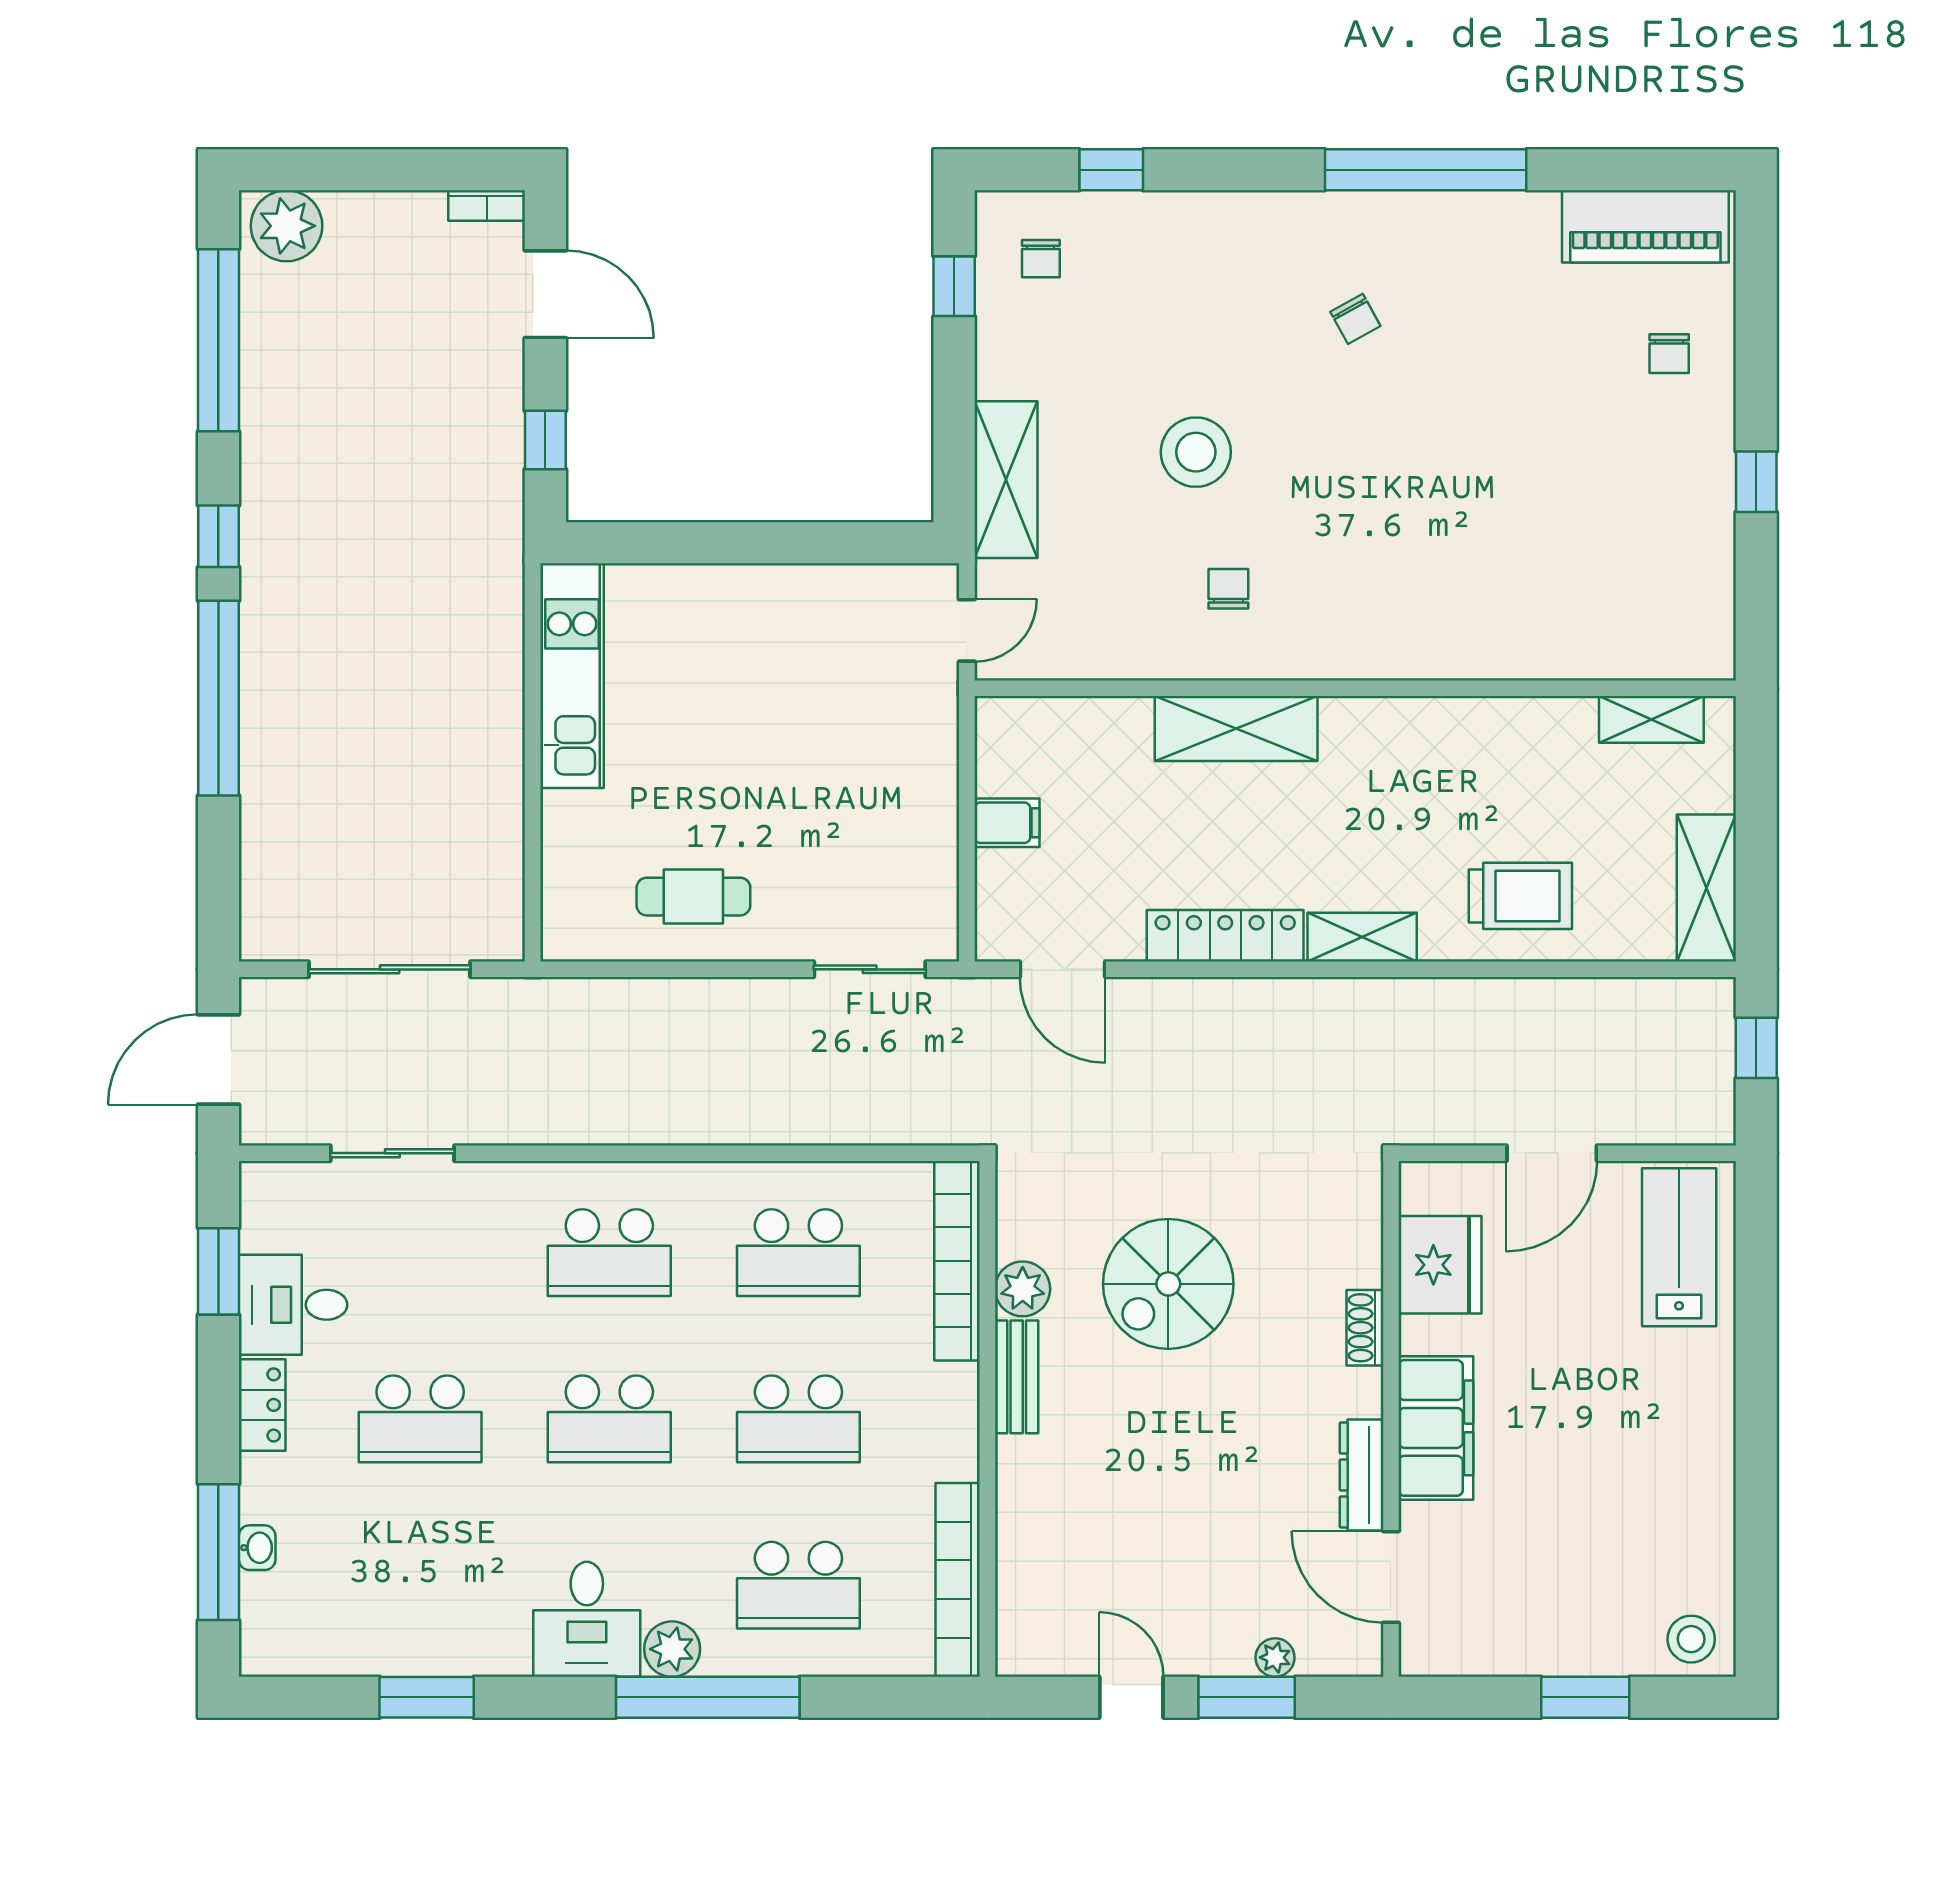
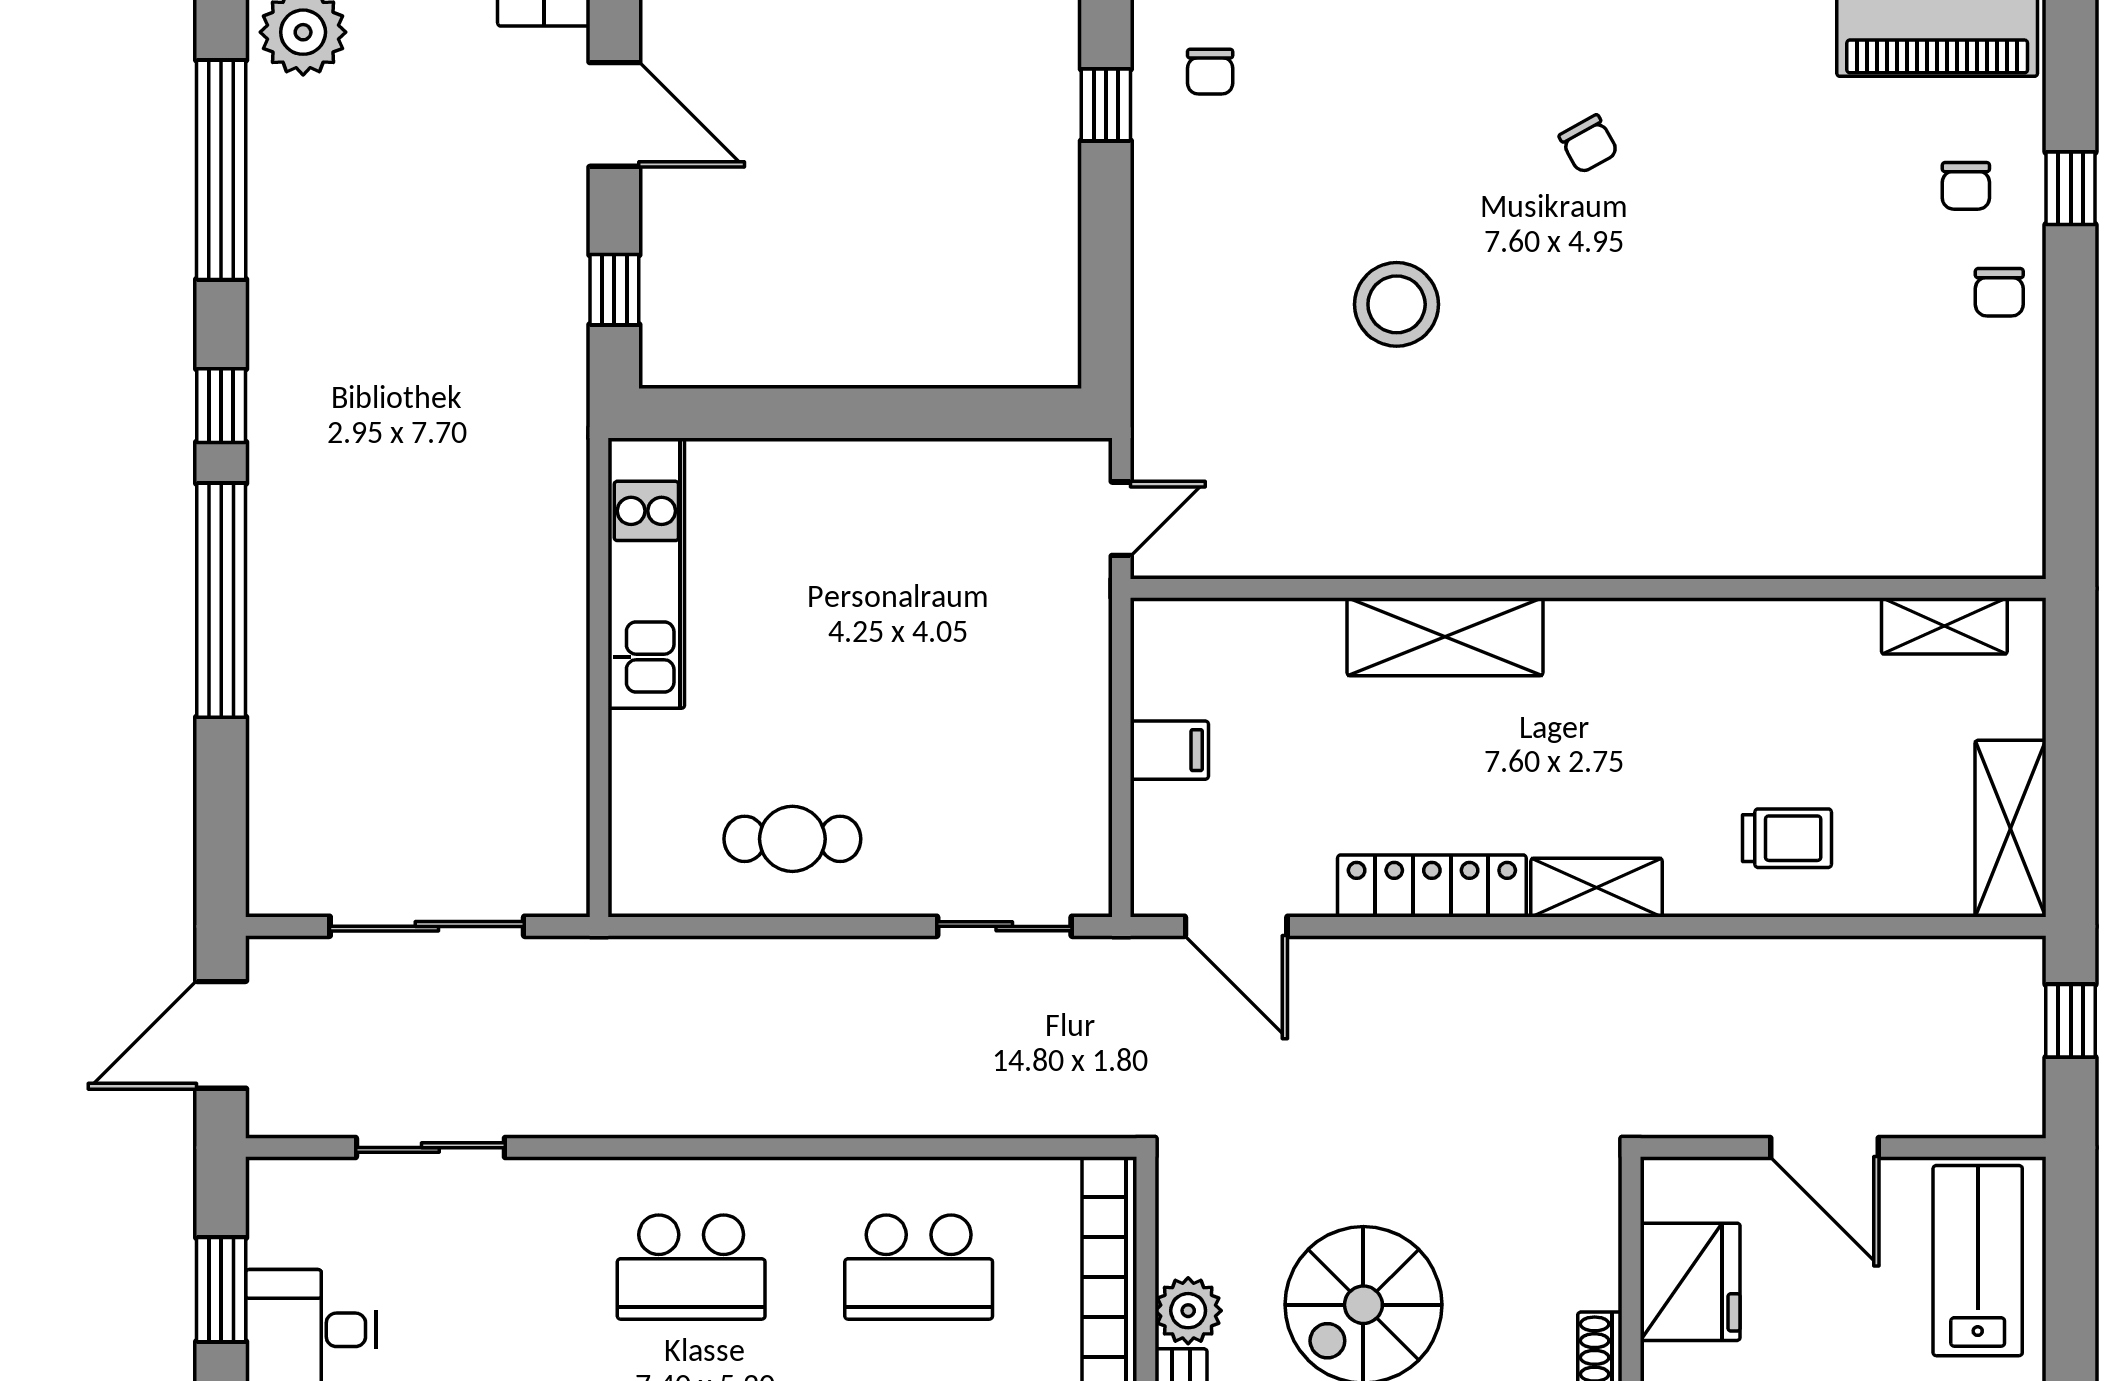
shelving: (1006, 480) -> (1168, 337), removed
window: (1756, 482) -> (2071, 188), moved
chair: (1228, 589) -> (1999, 292), moved, turned 180
trolley: (1520, 896) -> (1787, 838), width x0.73, depth x0.72
door: (1552, 1153) -> (1824, 1148), hinge flipped

